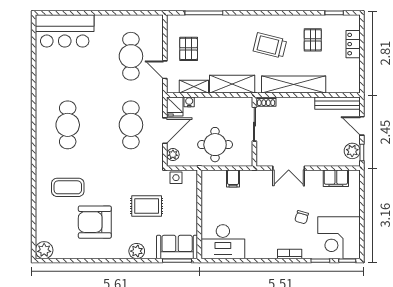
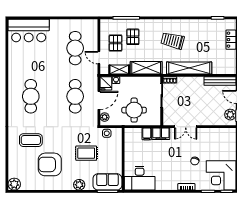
pallet: (313, 40) -> (133, 37), moved
filing cabinet: (336, 178) -> (161, 134), moved

